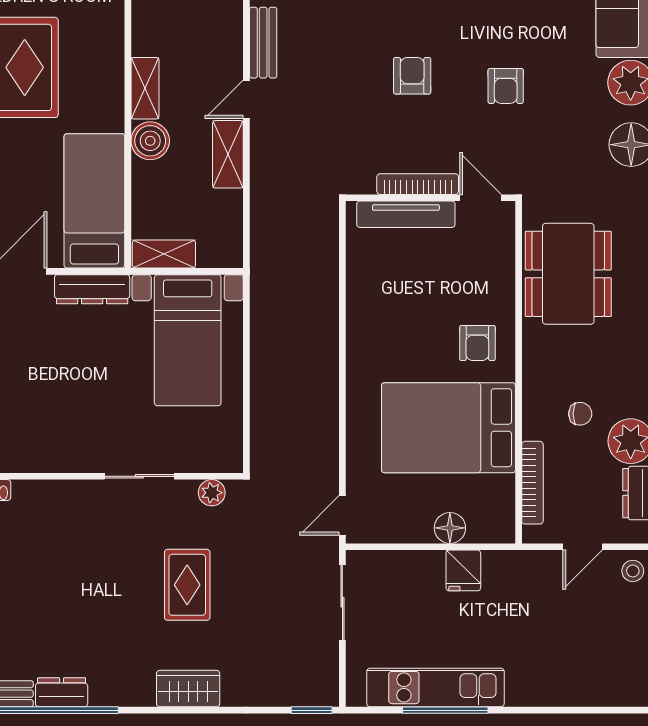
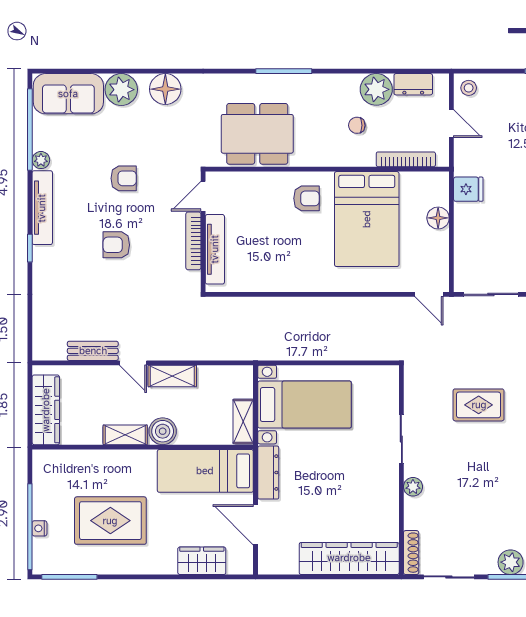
chair: (580, 414) -> (357, 125), turned -90
plant: (212, 493) -> (413, 487), moved
fridge: (463, 570) -> (468, 189), moved

